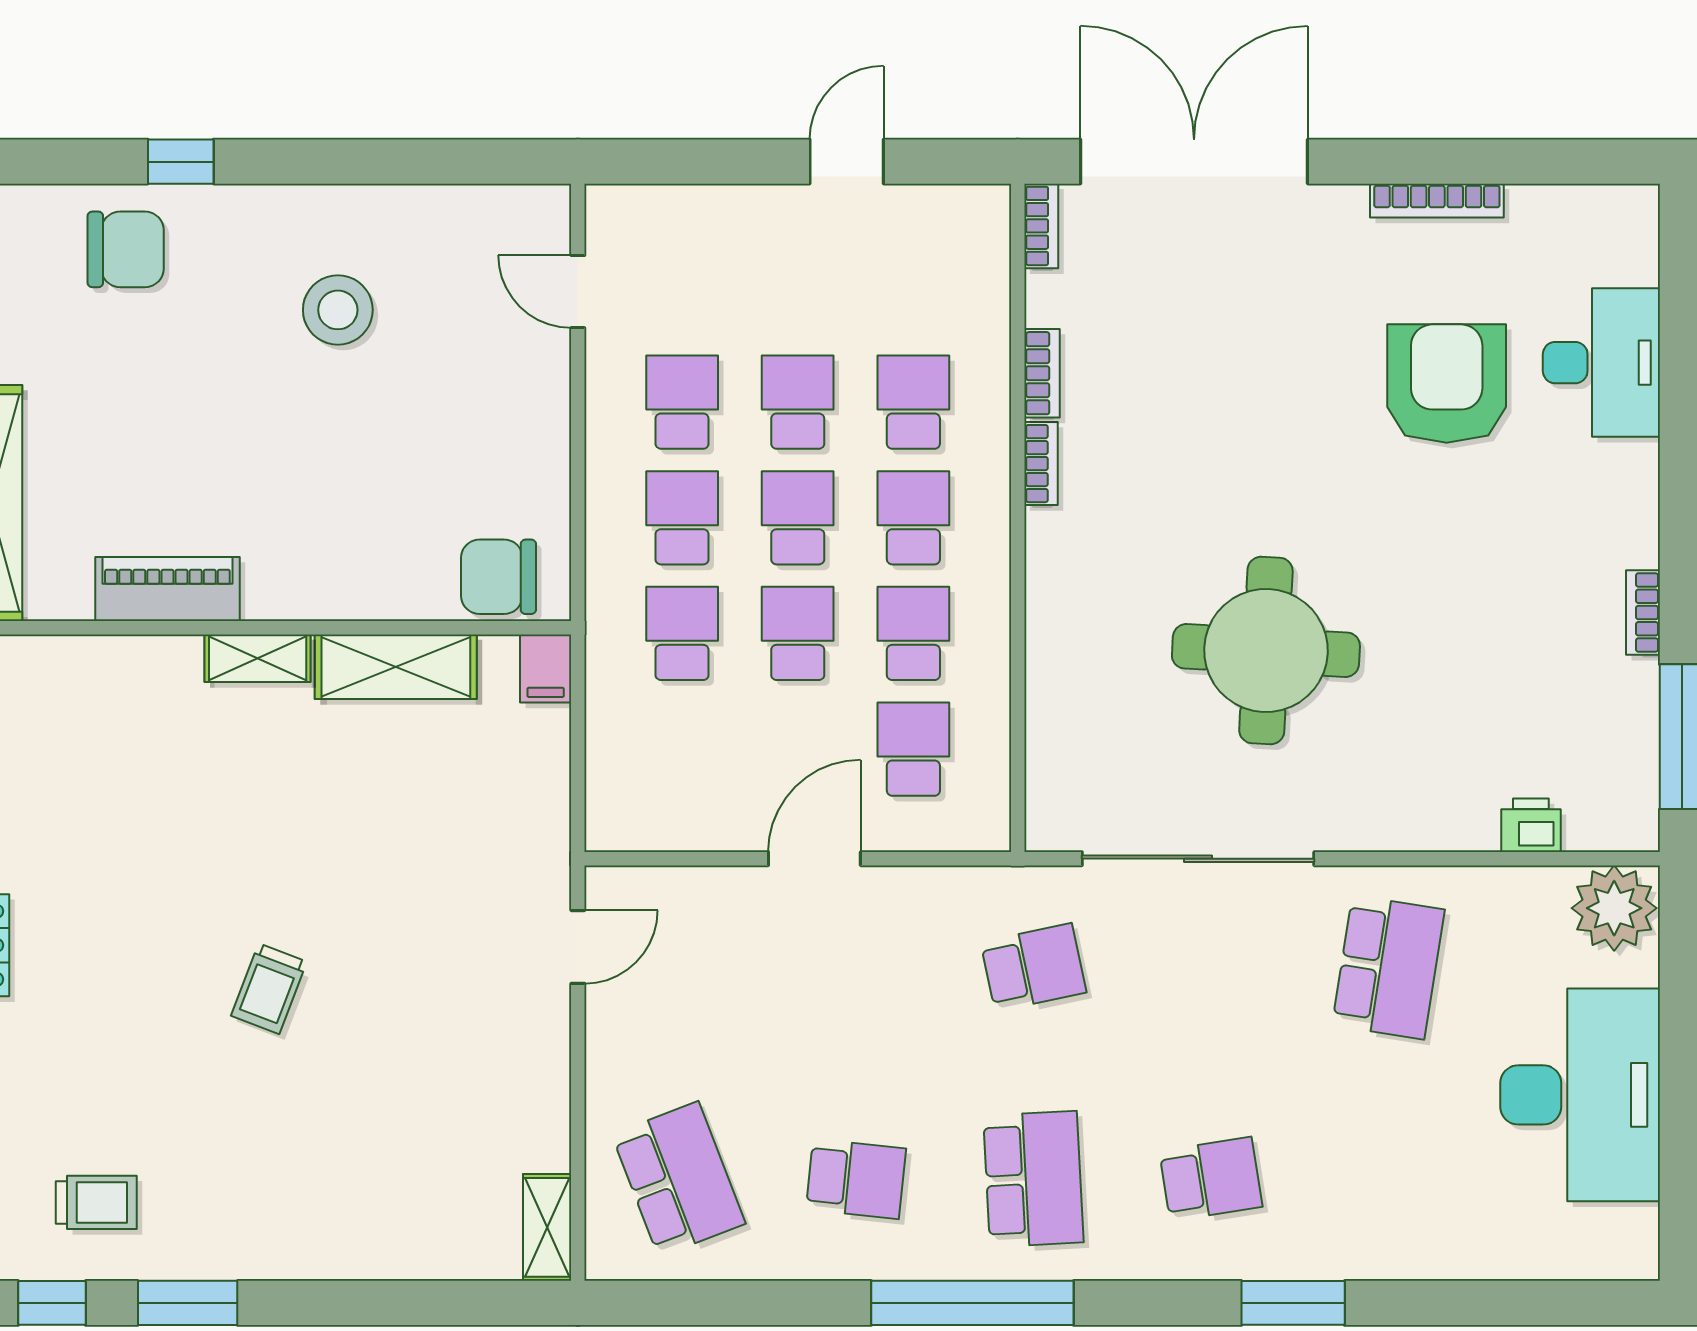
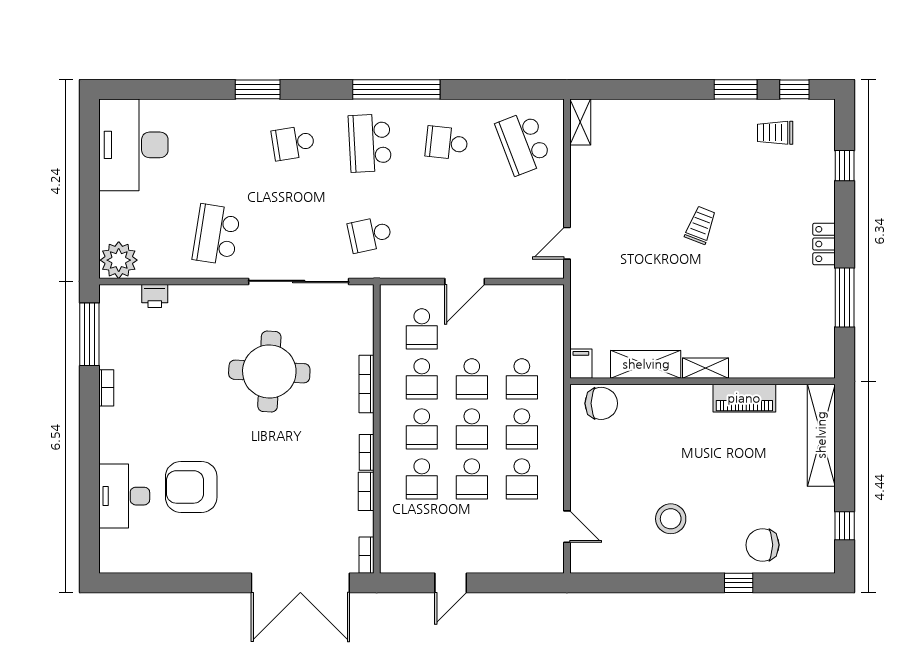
bookcase: (1437, 201) -> (366, 384), moved, turned -90
armchair: (1447, 384) -> (191, 487), turned 90
desk: (1580, 1095) -> (133, 145), moved

